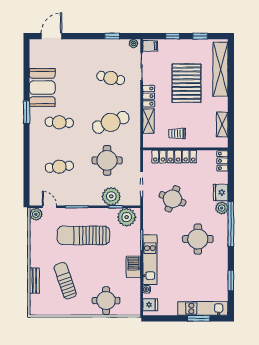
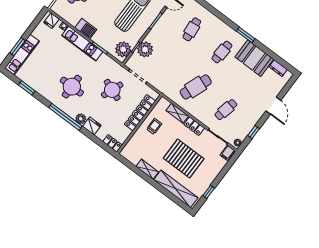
door: (52, 36) -> (273, 106), moved
window: (173, 36) -> (223, 173), removed
dresser: (35, 58) -> (278, 68), added
cafe table: (111, 122) -> (196, 87), turned 42
shelving: (222, 125) -> (147, 169), moved
round table: (107, 160) -> (172, 65), removed

